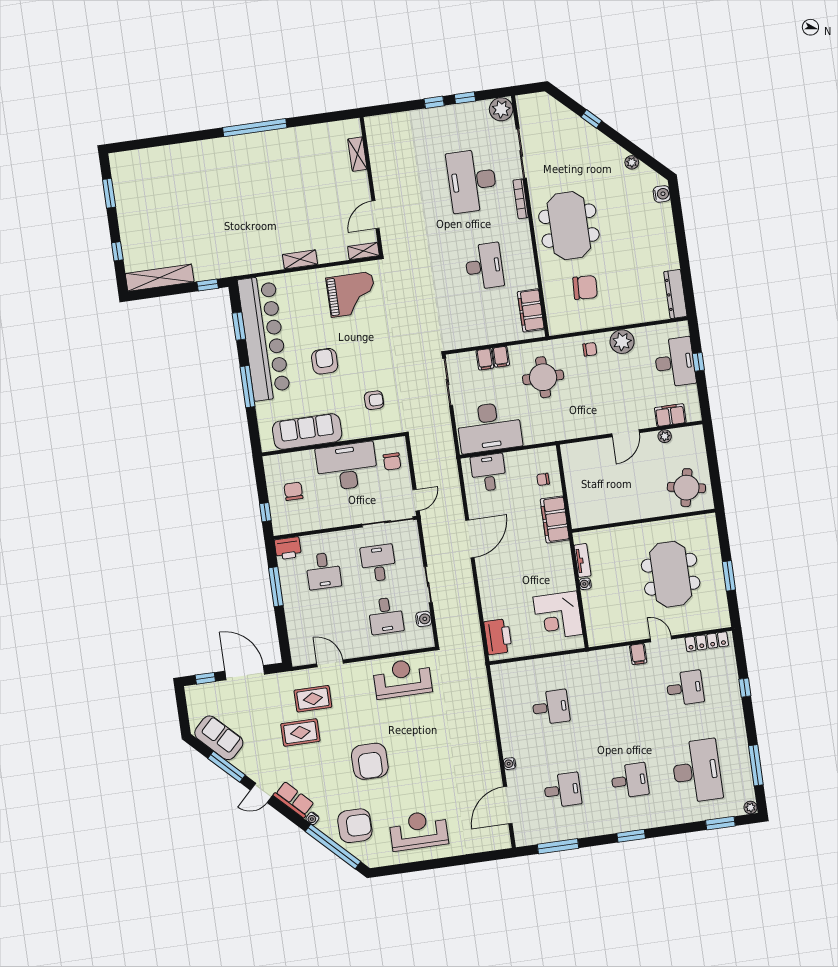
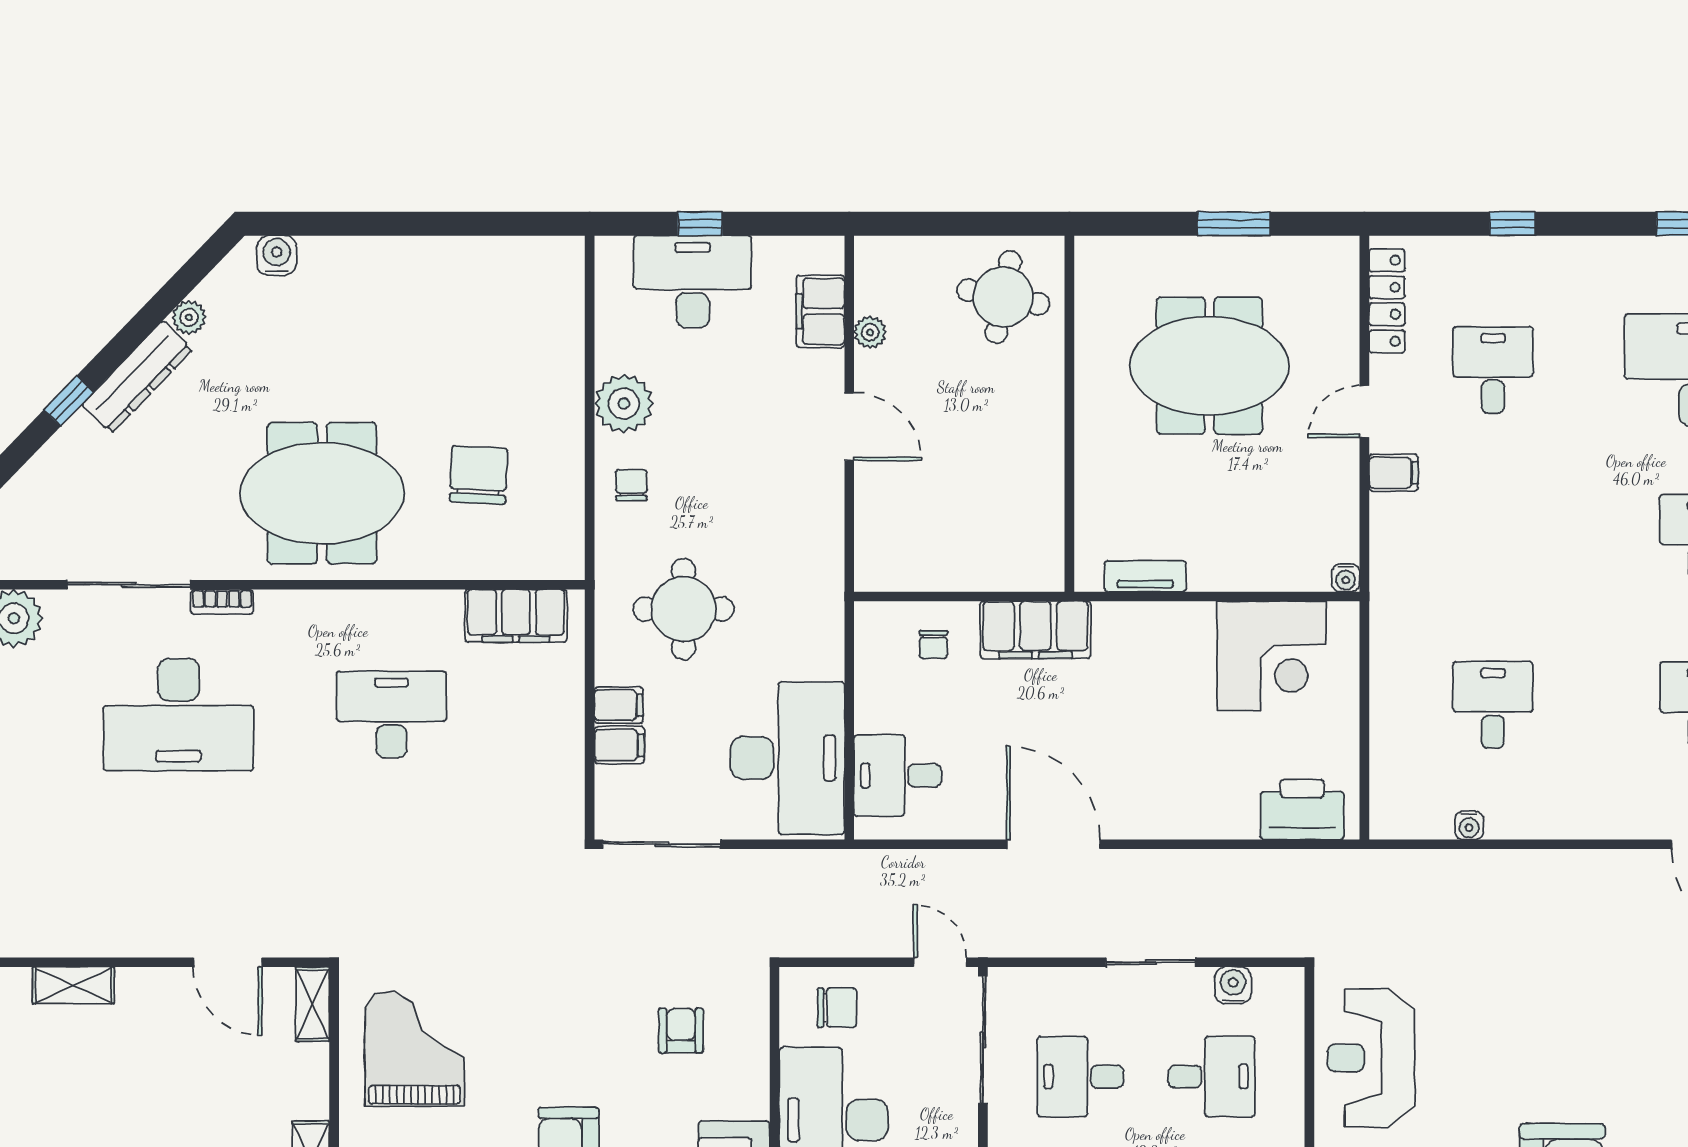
bookcase: (521, 199) -> (222, 602), width x0.64
dresser: (675, 294) -> (137, 377), moved, turned -46
water cooler: (585, 584) -> (1346, 578), moved
water cooler: (510, 764) -> (1469, 825), moved

